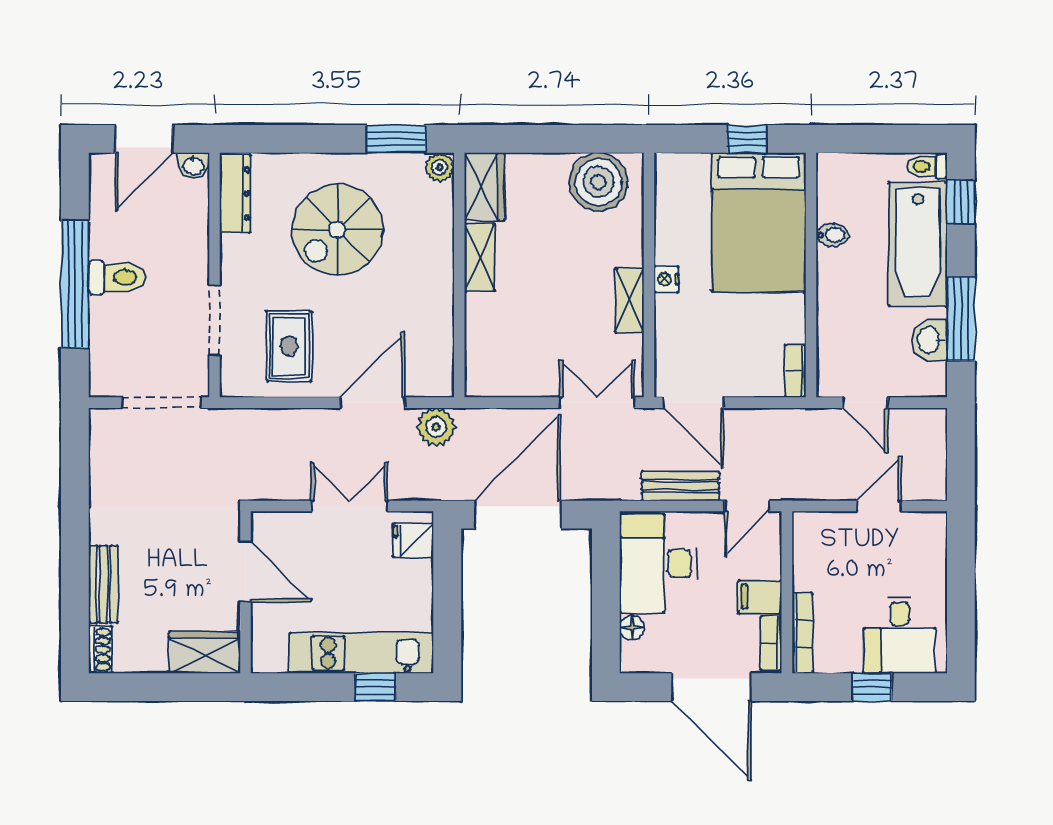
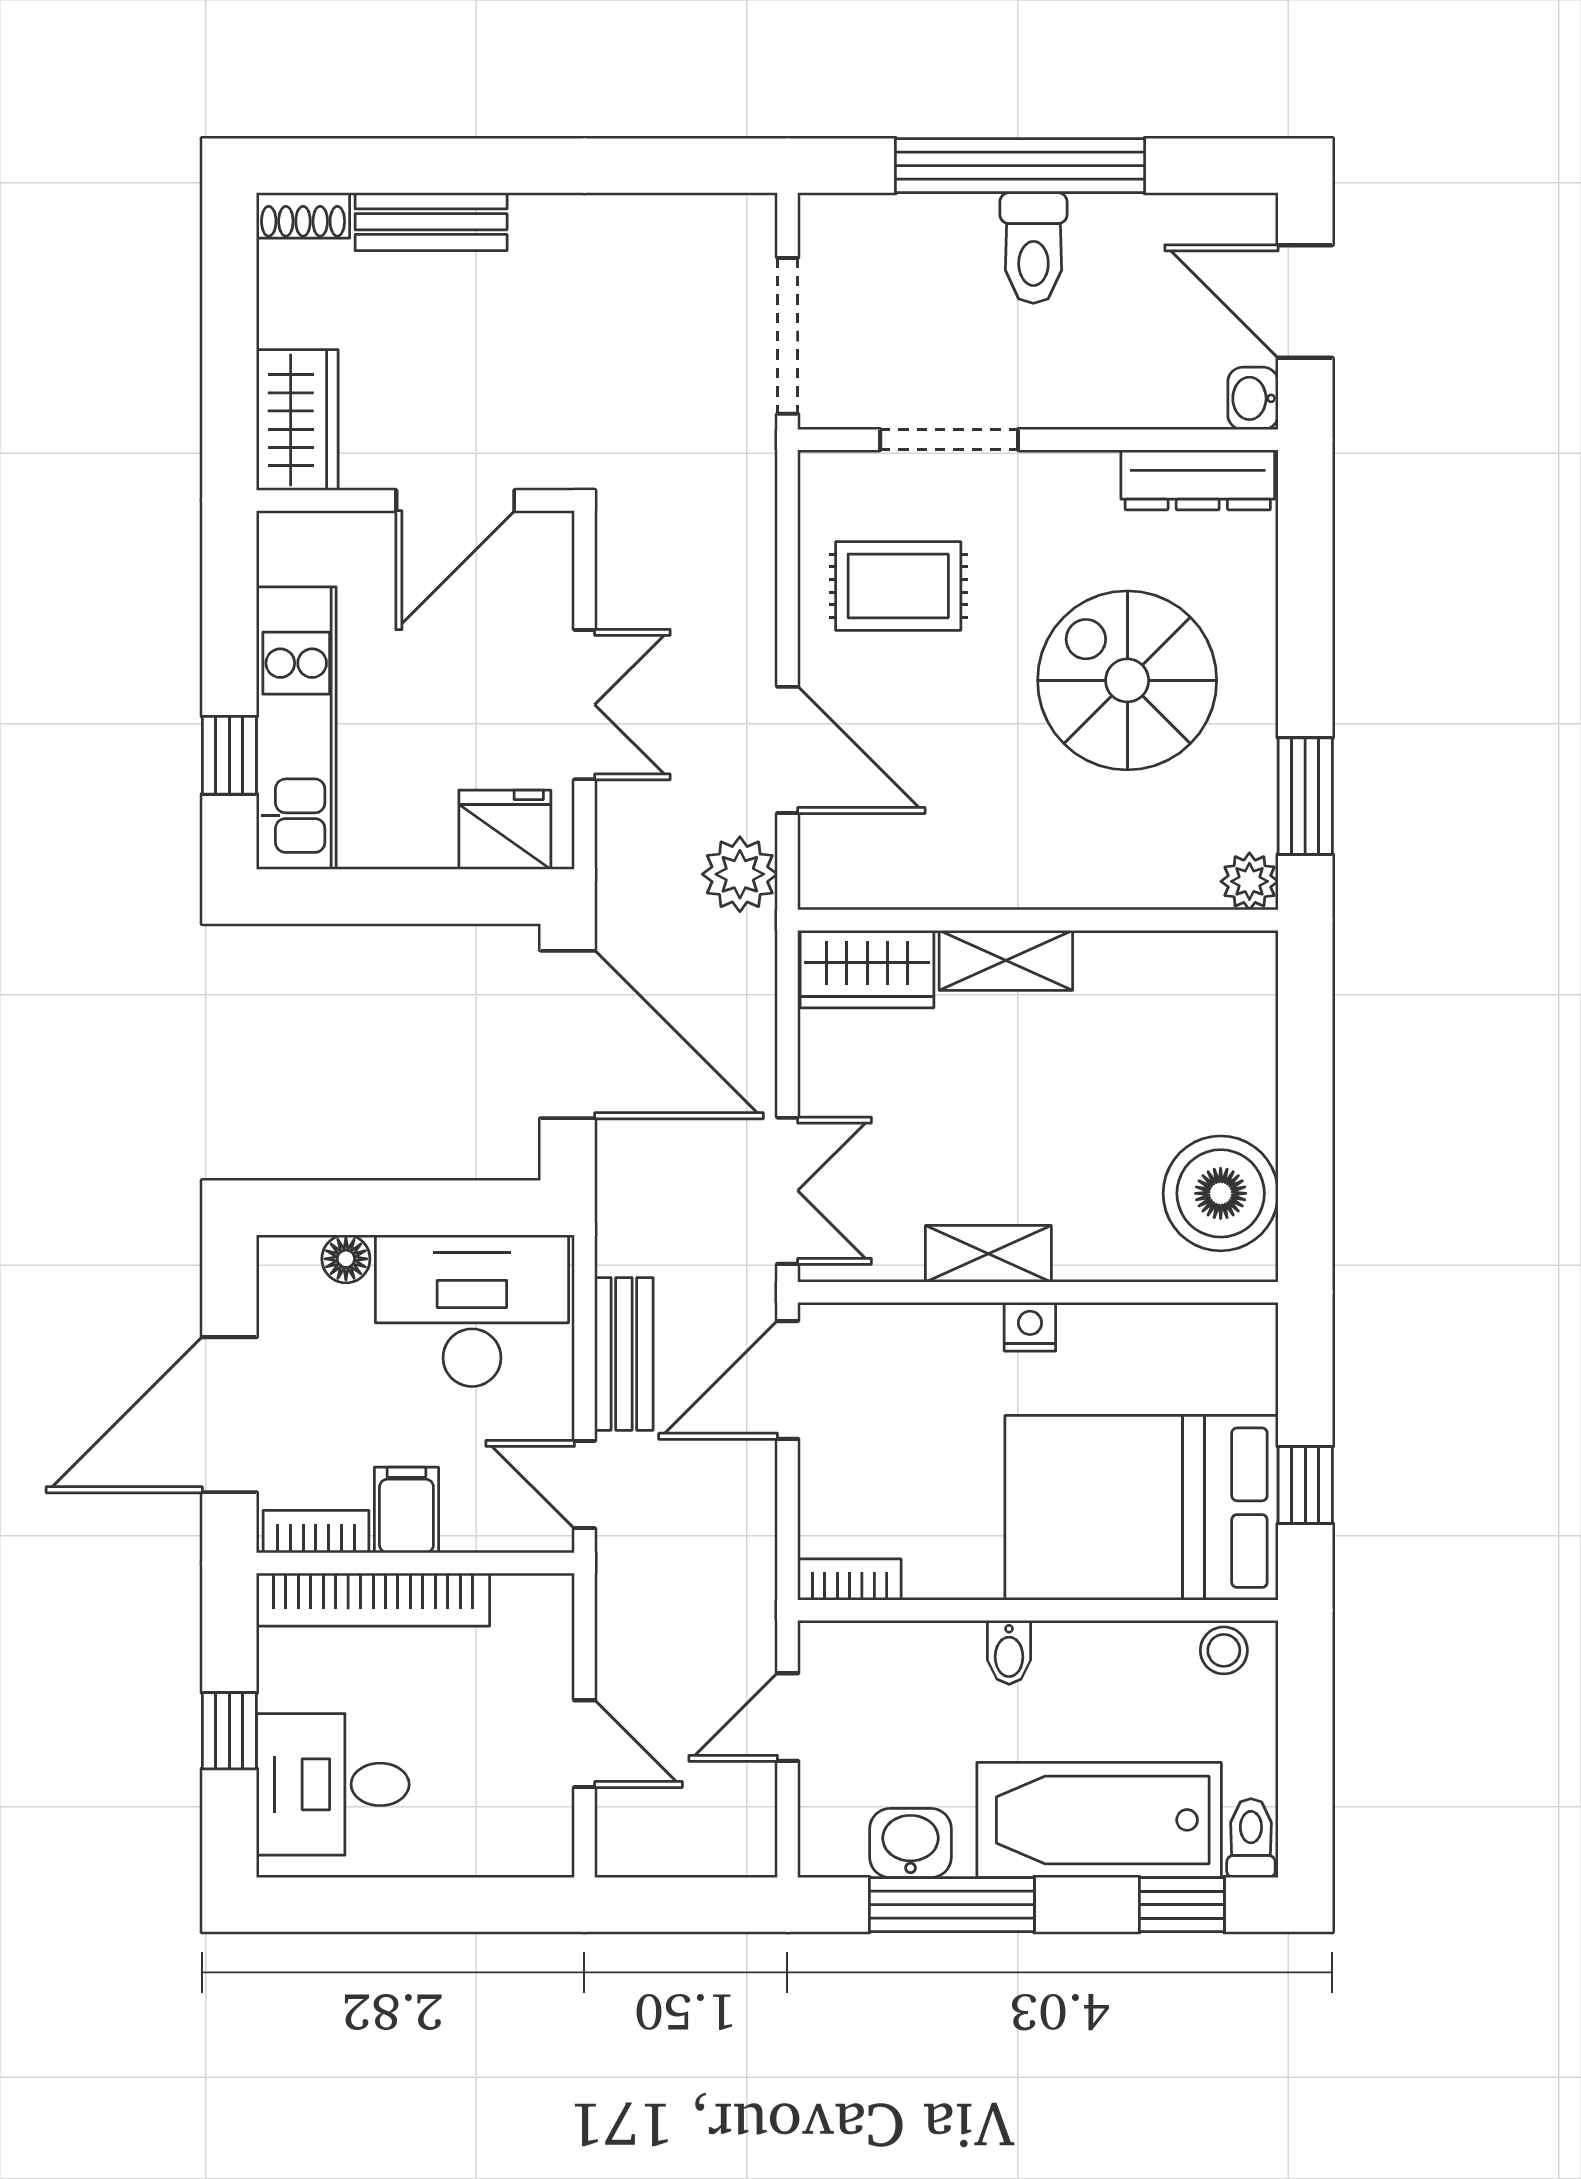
stool: (831, 180) -> (1224, 1650), added
wardrobe: (484, 187) -> (867, 969), moved
bidet: (832, 235) -> (1009, 1652), moved
shelving: (480, 258) -> (1006, 960), moved
fridge: (413, 540) -> (505, 830), width x1.38
bookcase: (802, 633) -> (373, 1600), width x1.48, depth x1.31

